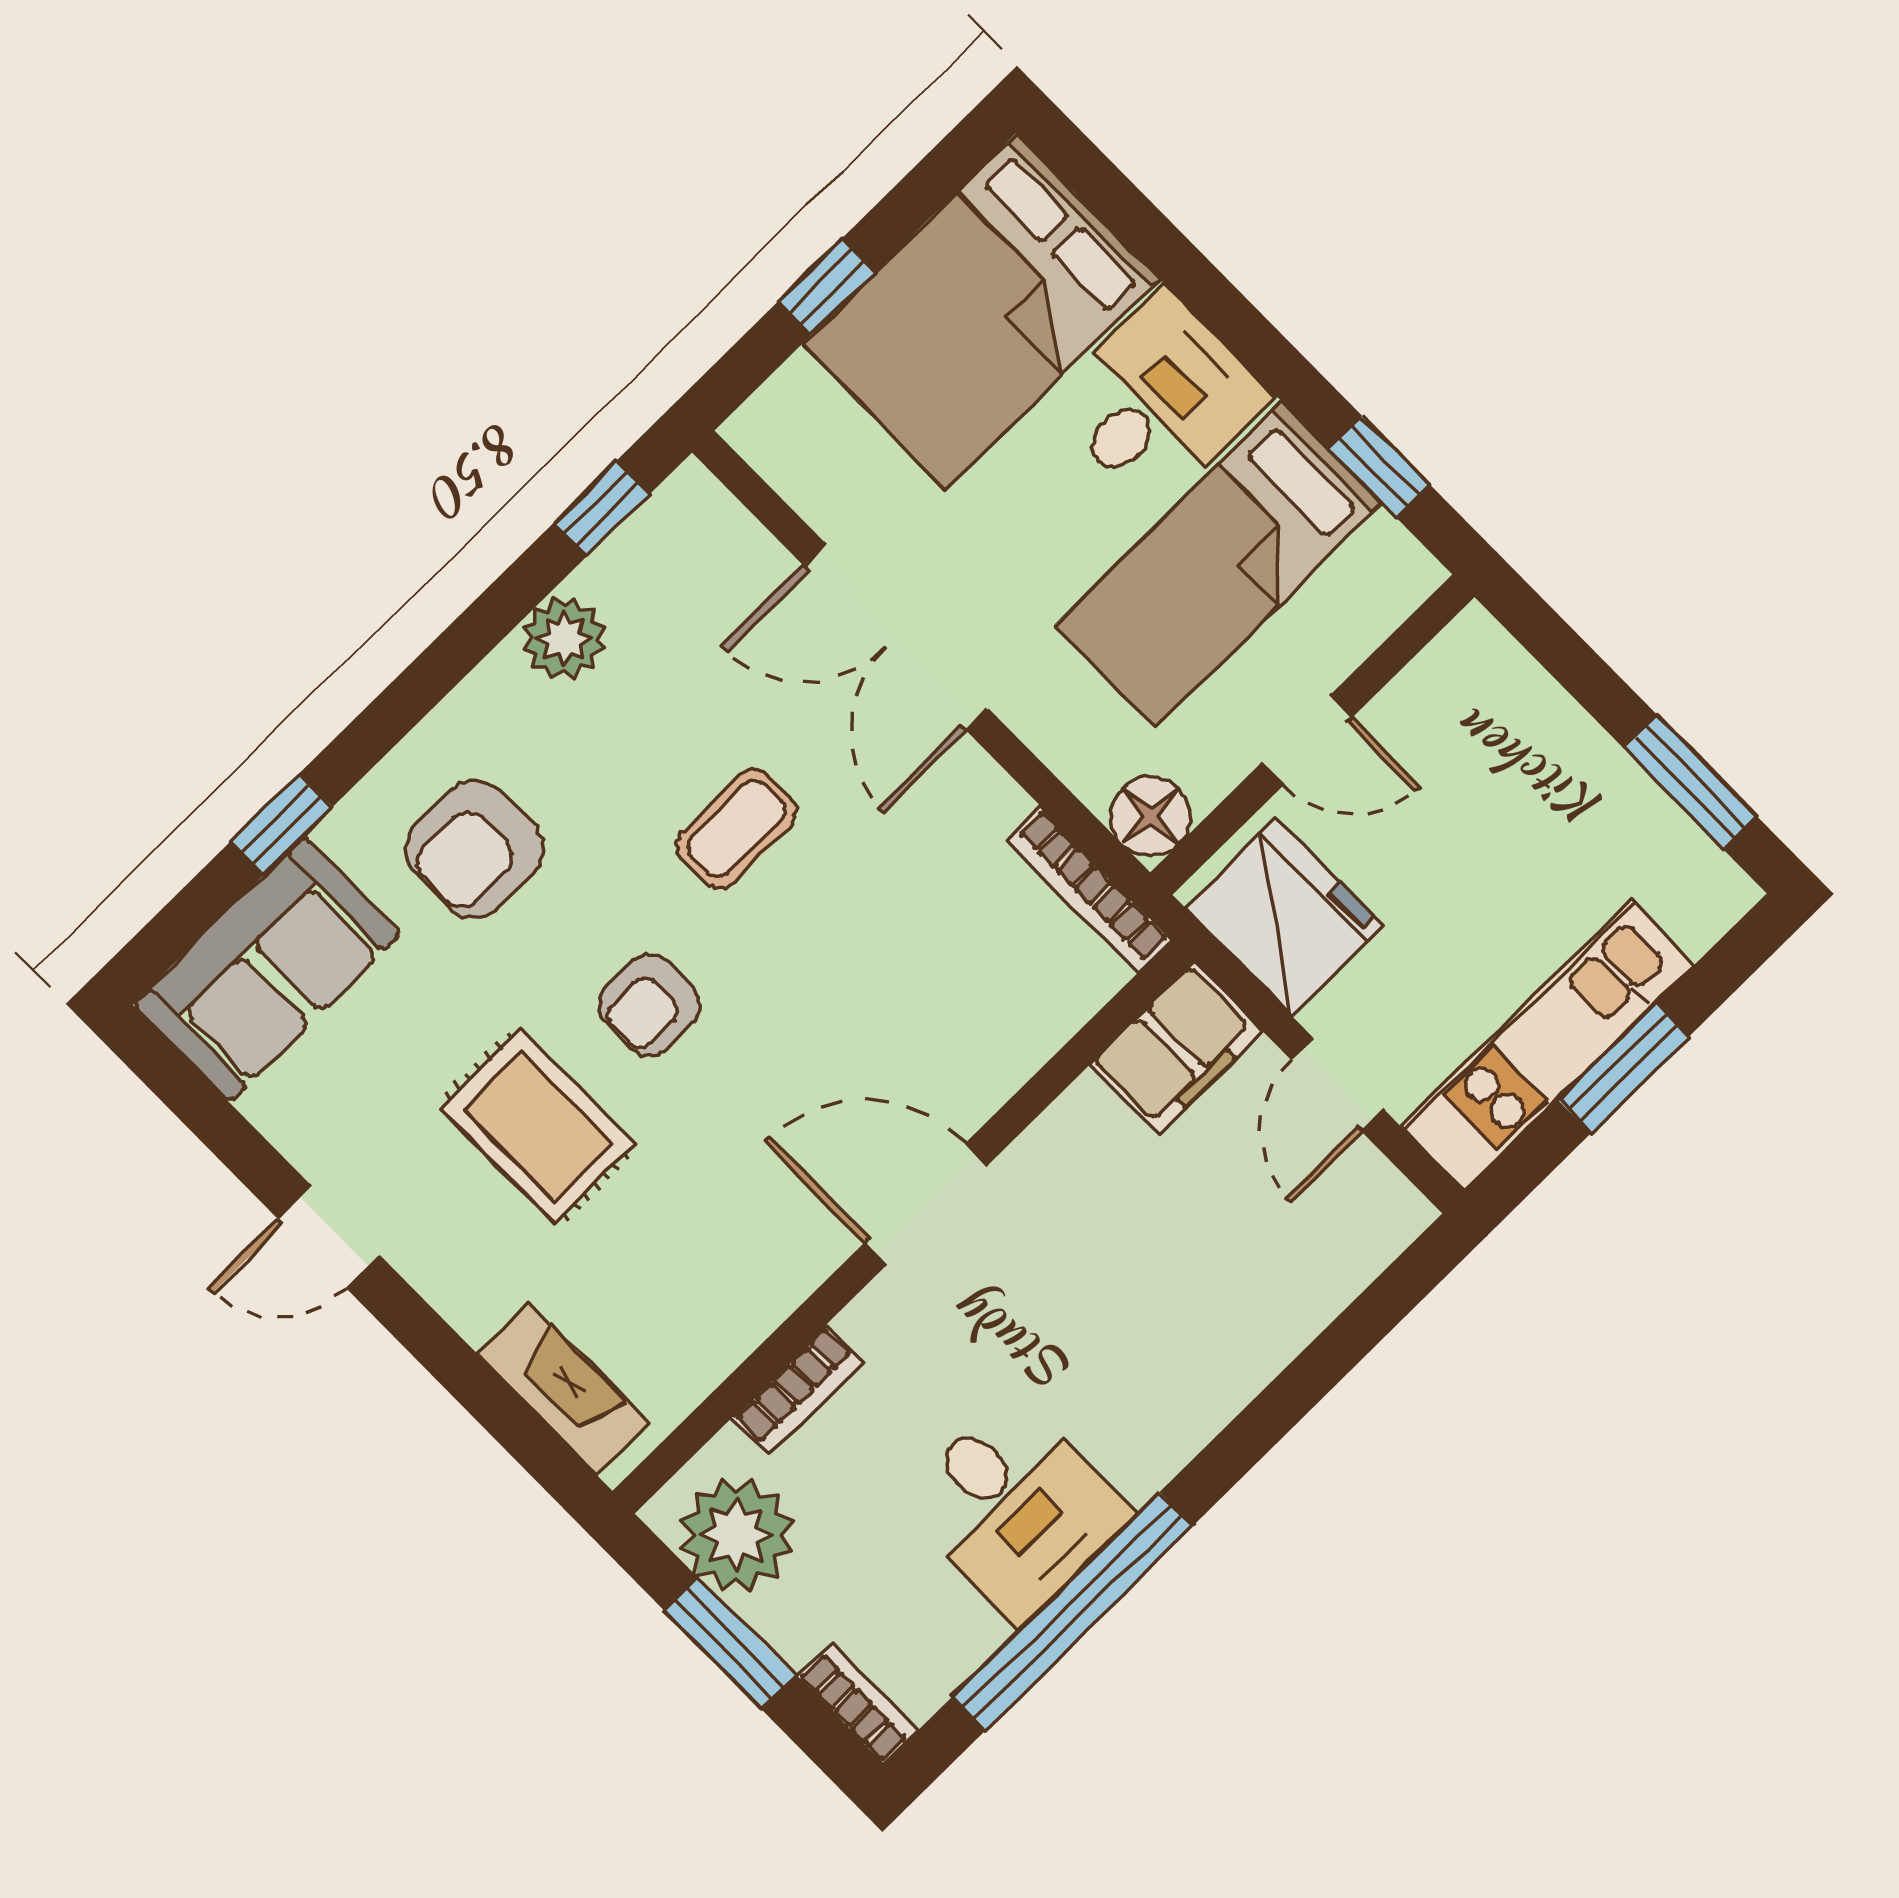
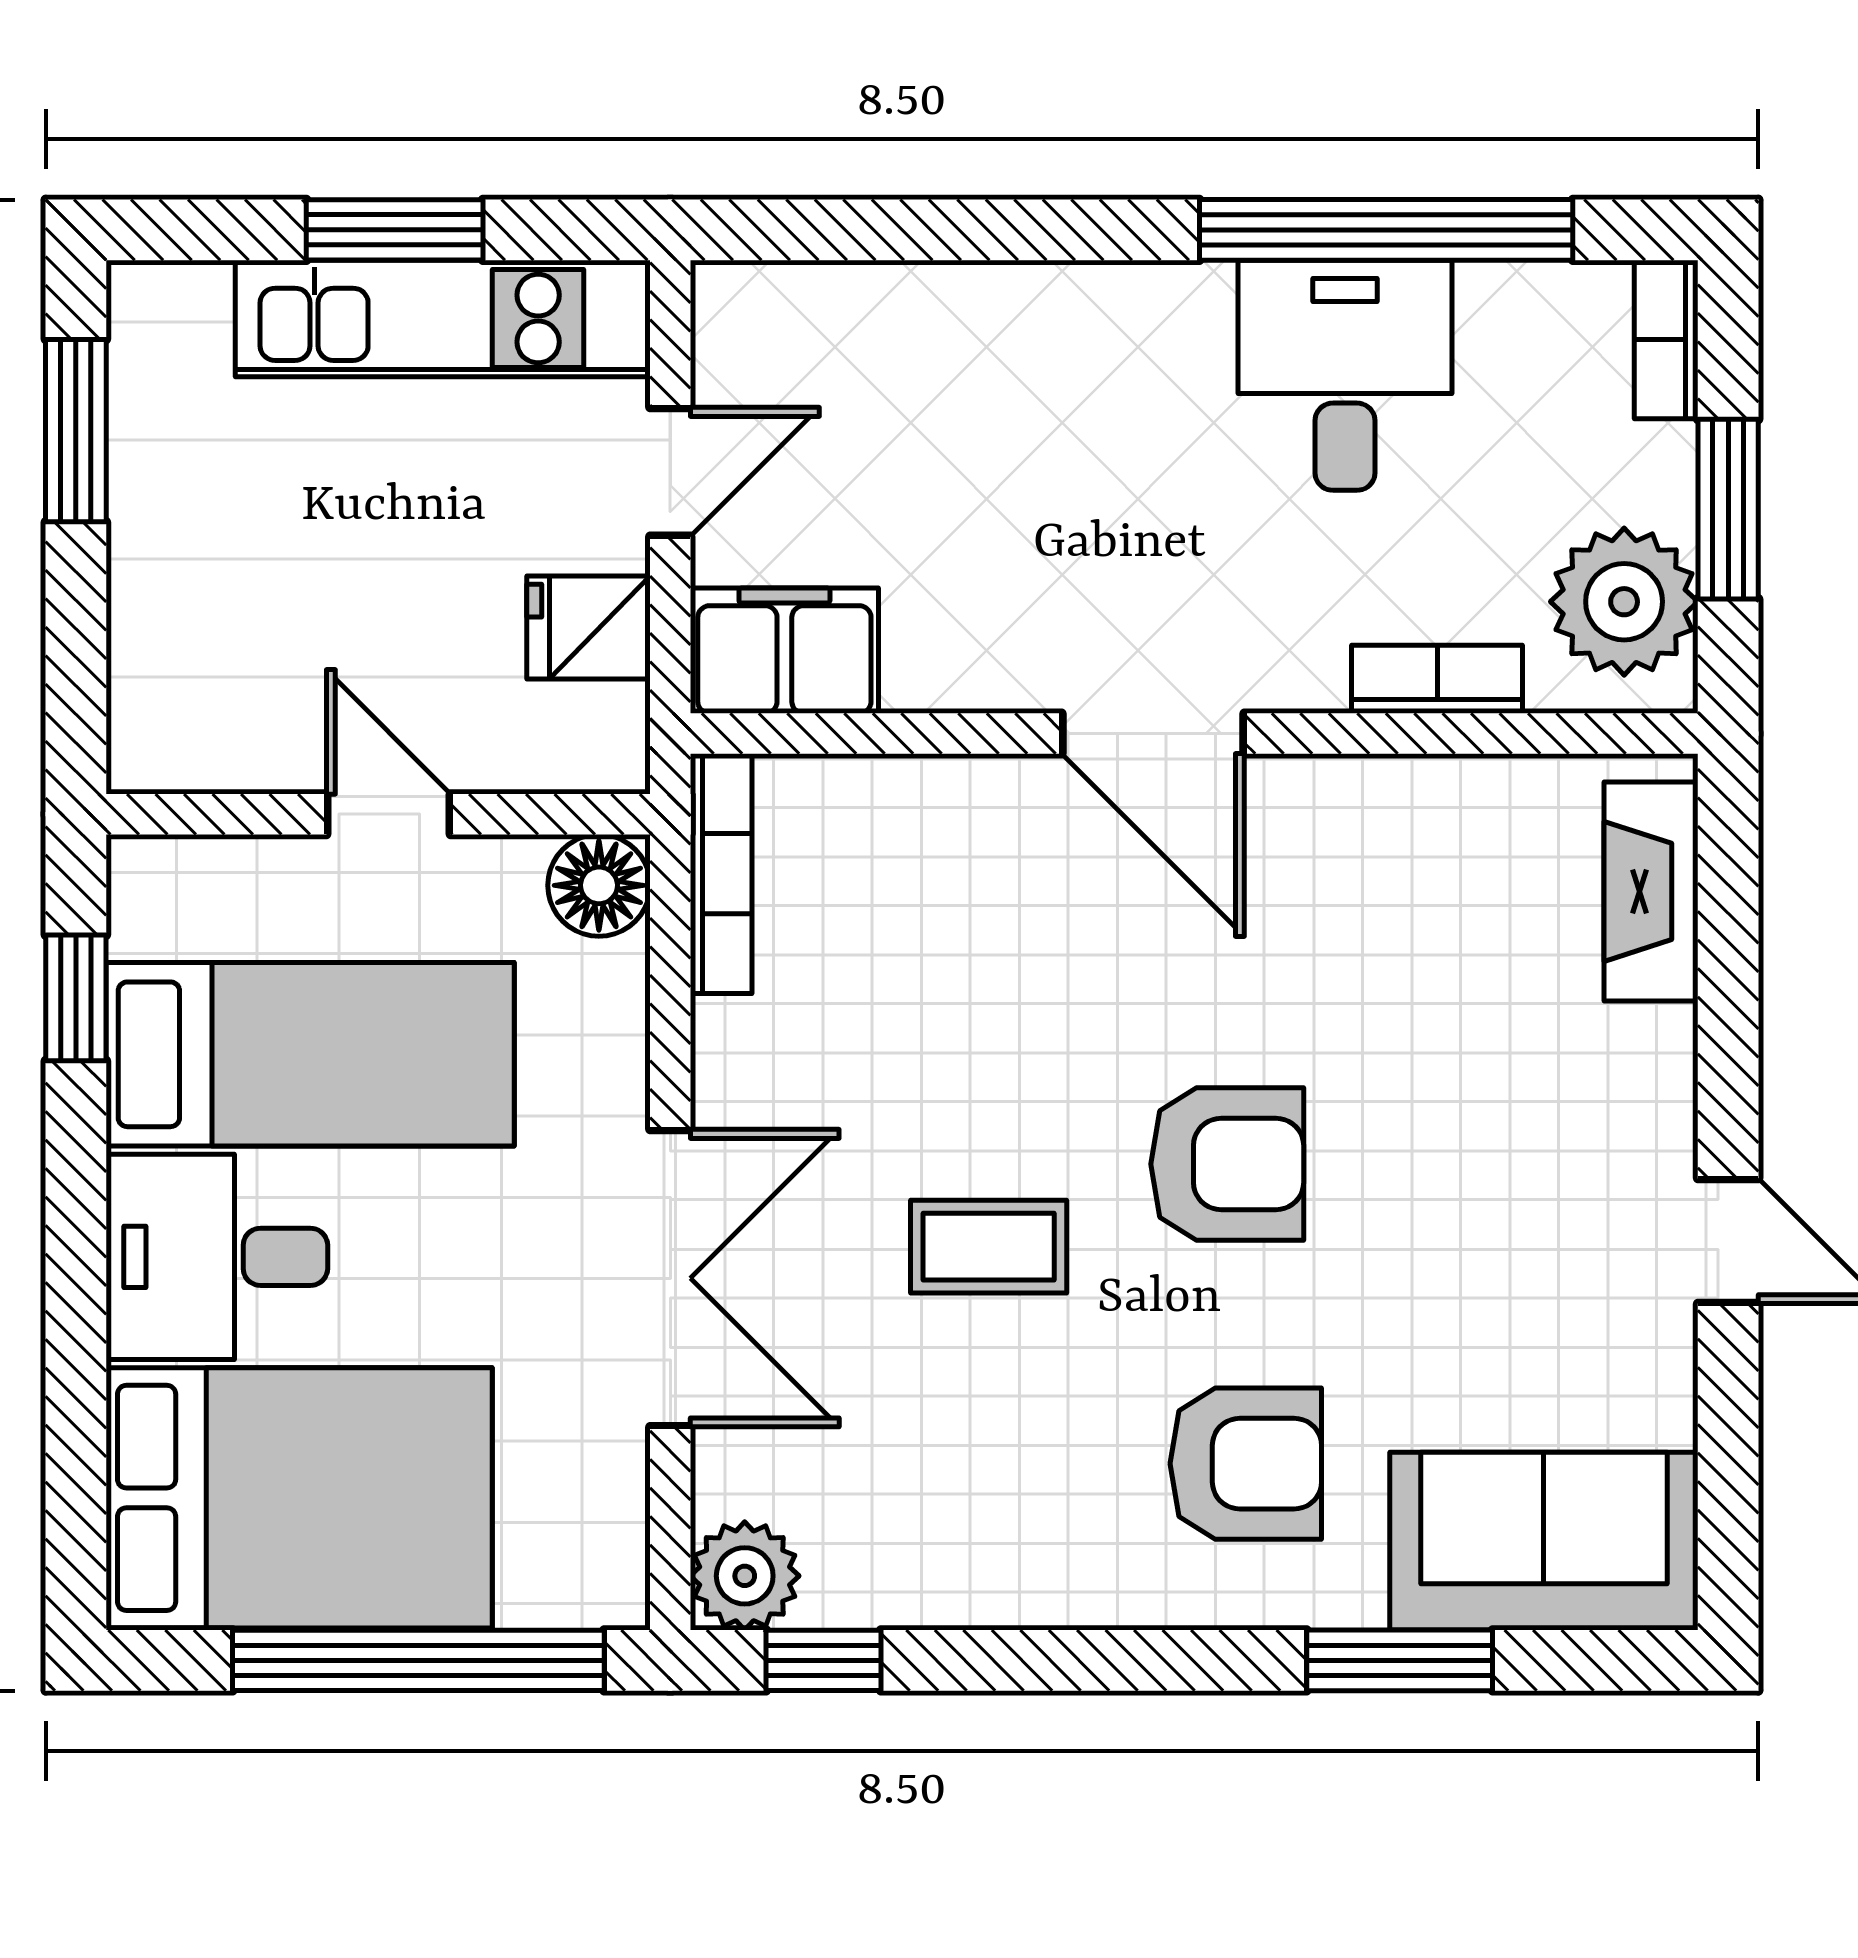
window: (827, 287) -> (418, 1660), width x3.17
plant: (564, 638) -> (745, 1576), moved
window: (282, 824) -> (1400, 1660), width x1.50
fridge: (1284, 917) -> (588, 627), width x0.53, depth x0.75
armchair: (649, 1005) -> (1227, 1164), width x1.38, depth x1.38
rug: (537, 1126) -> (1438, 1154), removed

